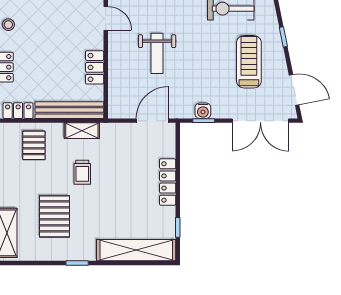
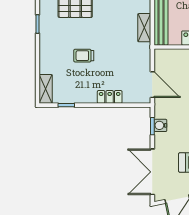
trolley: (82, 172) -> (84, 56), moved
locker: (168, 182) -> (110, 97), width x0.66
shelving: (136, 250) -> (46, 89), width x0.45, depth x0.75

